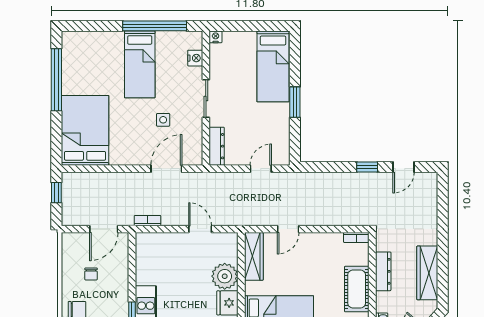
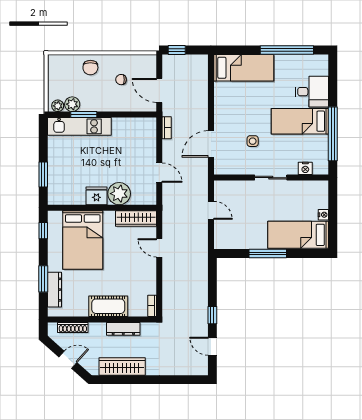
nightstand: (216, 37) -> (323, 215), moved
desk: (105, 50) -> (312, 92), added
window: (295, 102) -> (268, 254), width x1.44
bed: (85, 130) -> (244, 68), width x0.67
dresser: (217, 146) -> (230, 187), removed
door: (166, 169) -> (211, 144), swing flipped
door: (261, 169) -> (211, 210), moved
window: (56, 193) -> (177, 50), moved
door: (200, 229) -> (159, 173), hinge flipped

